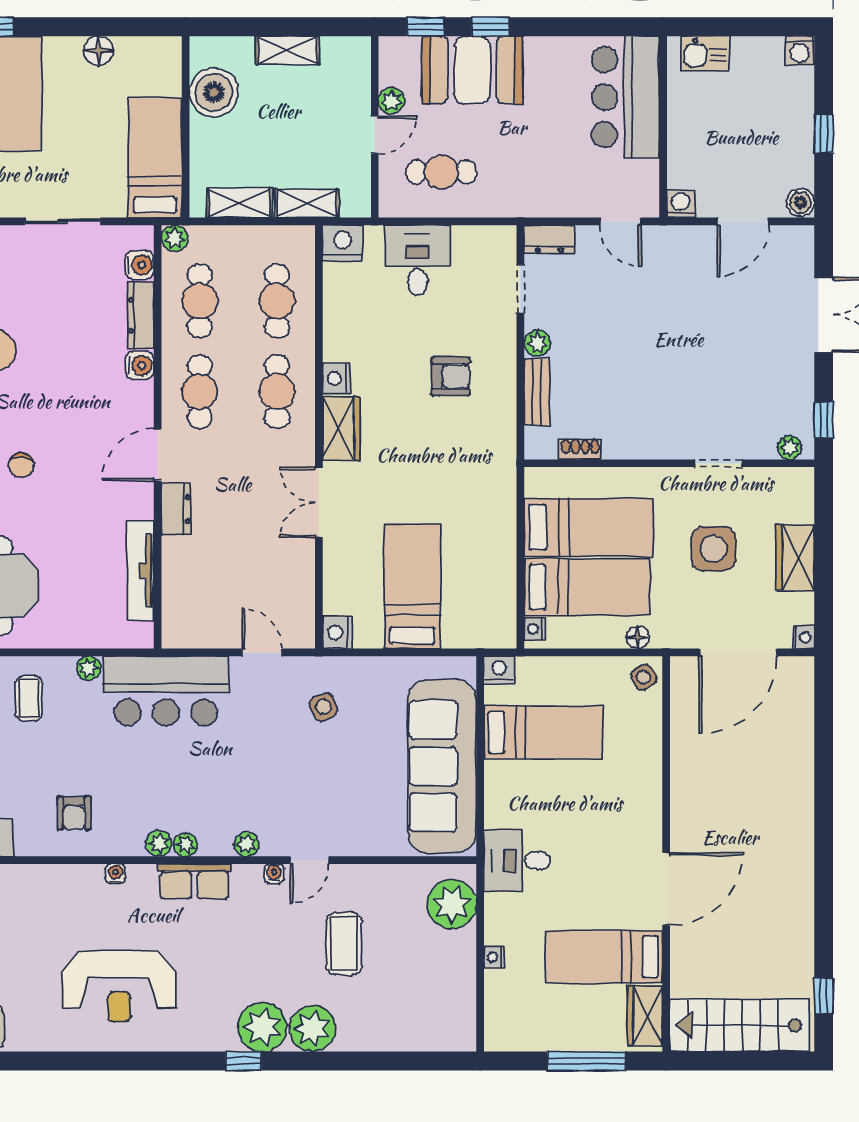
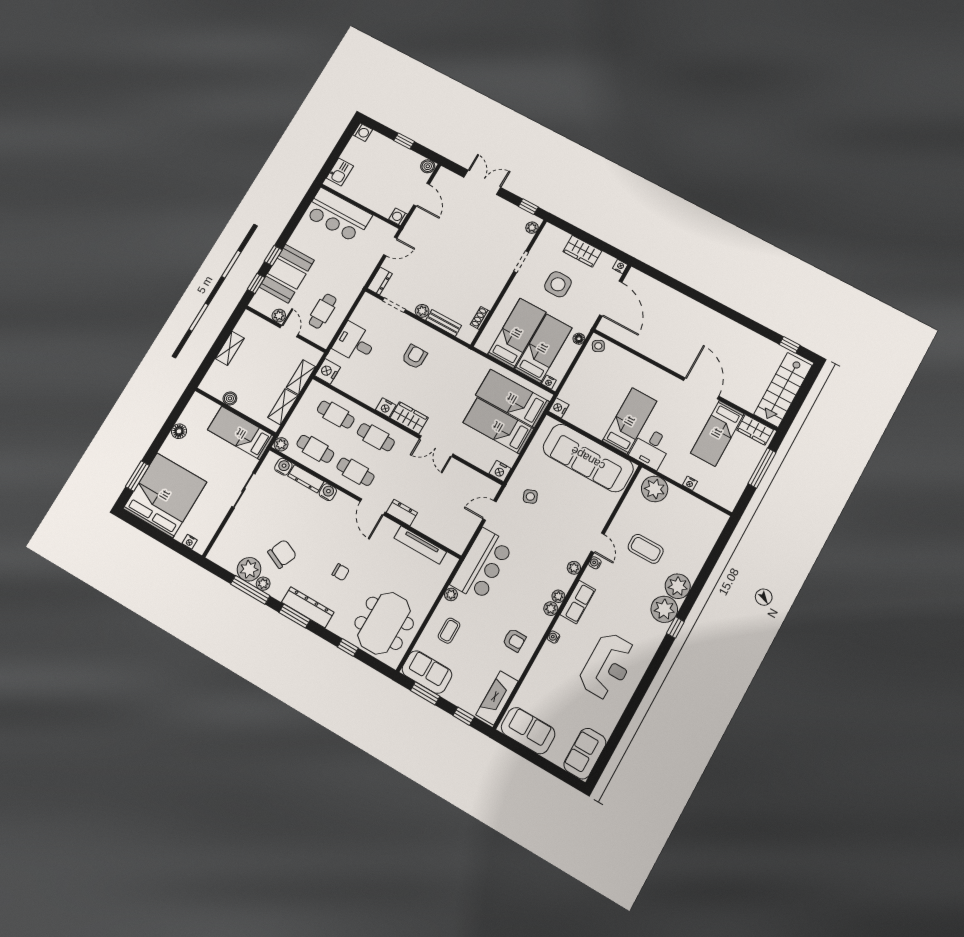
boiler: (214, 92) -> (230, 398), width x0.54, depth x0.54
bed: (472, 583) -> (512, 398), added
coffee table: (29, 698) -> (449, 631), turned 90
bed: (543, 732) -> (630, 421), moved

